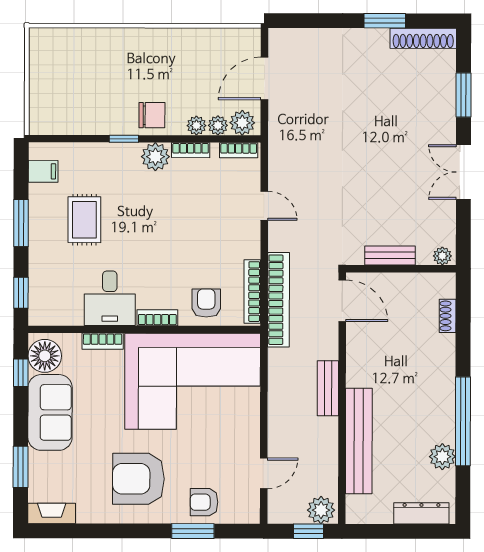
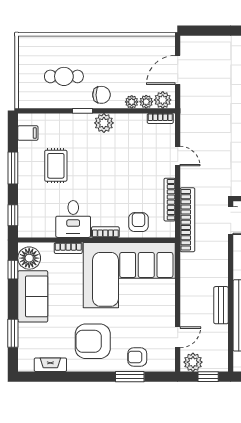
cafe table: (97, 88) -> (64, 76), added
bookcase: (191, 150) -> (128, 119), removed
bookcase: (252, 292) -> (170, 200), moved
bench: (328, 388) -> (221, 305), moved
plant: (321, 510) -> (193, 362), moved
fireplace: (52, 513) -> (50, 365), moved

